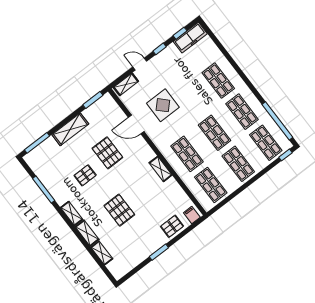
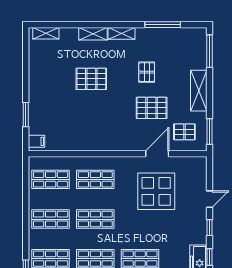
shelving: (126, 84) -> (201, 172), removed
display table: (163, 105) -> (156, 191), width x1.36, depth x1.36
shelving: (161, 169) -> (100, 145), removed
pallet: (172, 226) -> (184, 132), moved, turned 90
window: (159, 252) -> (26, 115), moved
shelving: (102, 253) -> (46, 33), moved

